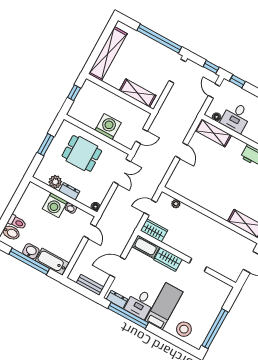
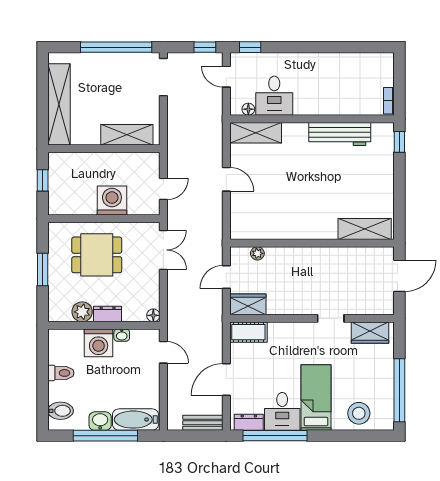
toilet: (17, 222) -> (61, 373), moved
wardrobe: (168, 259) -> (370, 333), moved

